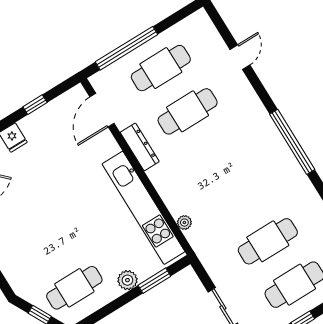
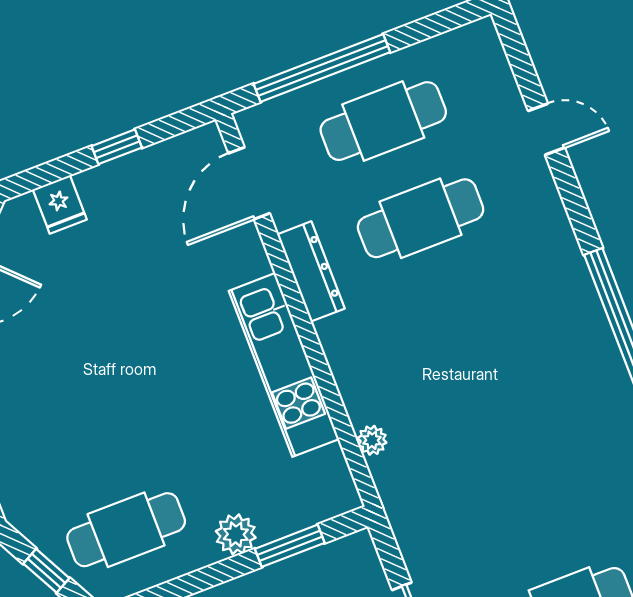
door: (240, 57) -> (546, 129), hinge flipped
kitchen unit: (143, 208) -> (284, 365), width x0.73
cafe table: (268, 241) -> (532, 510), removed

